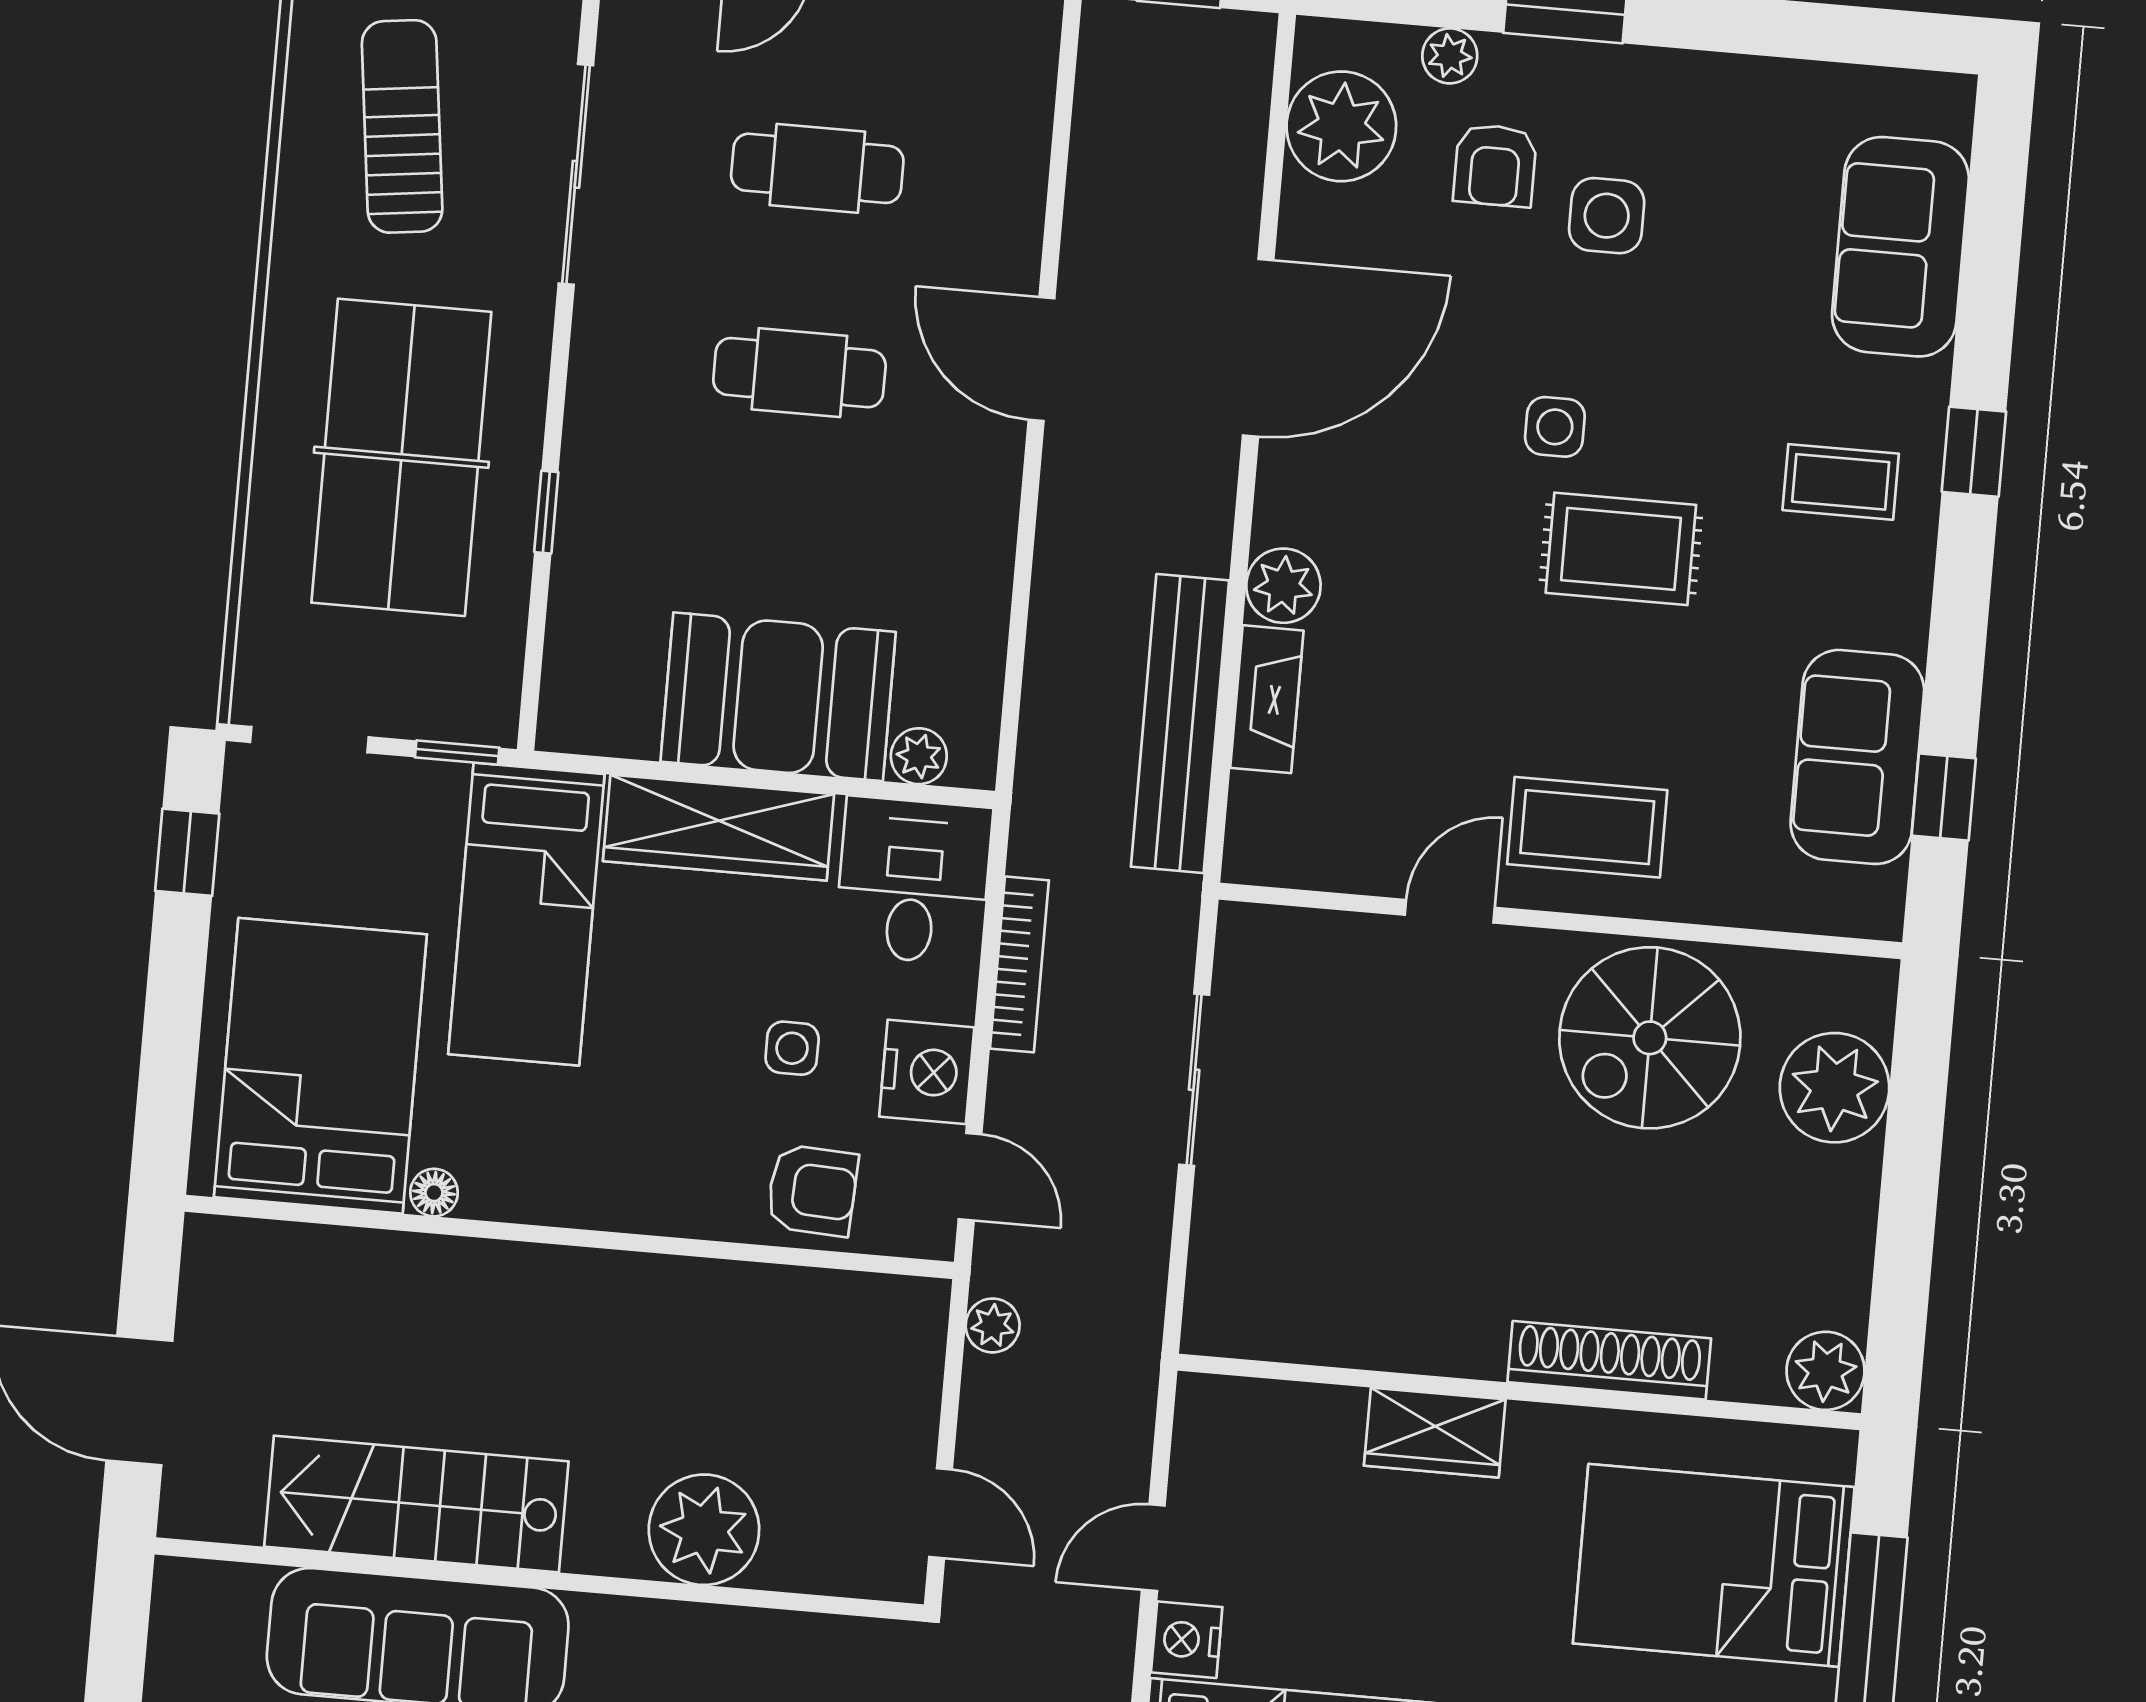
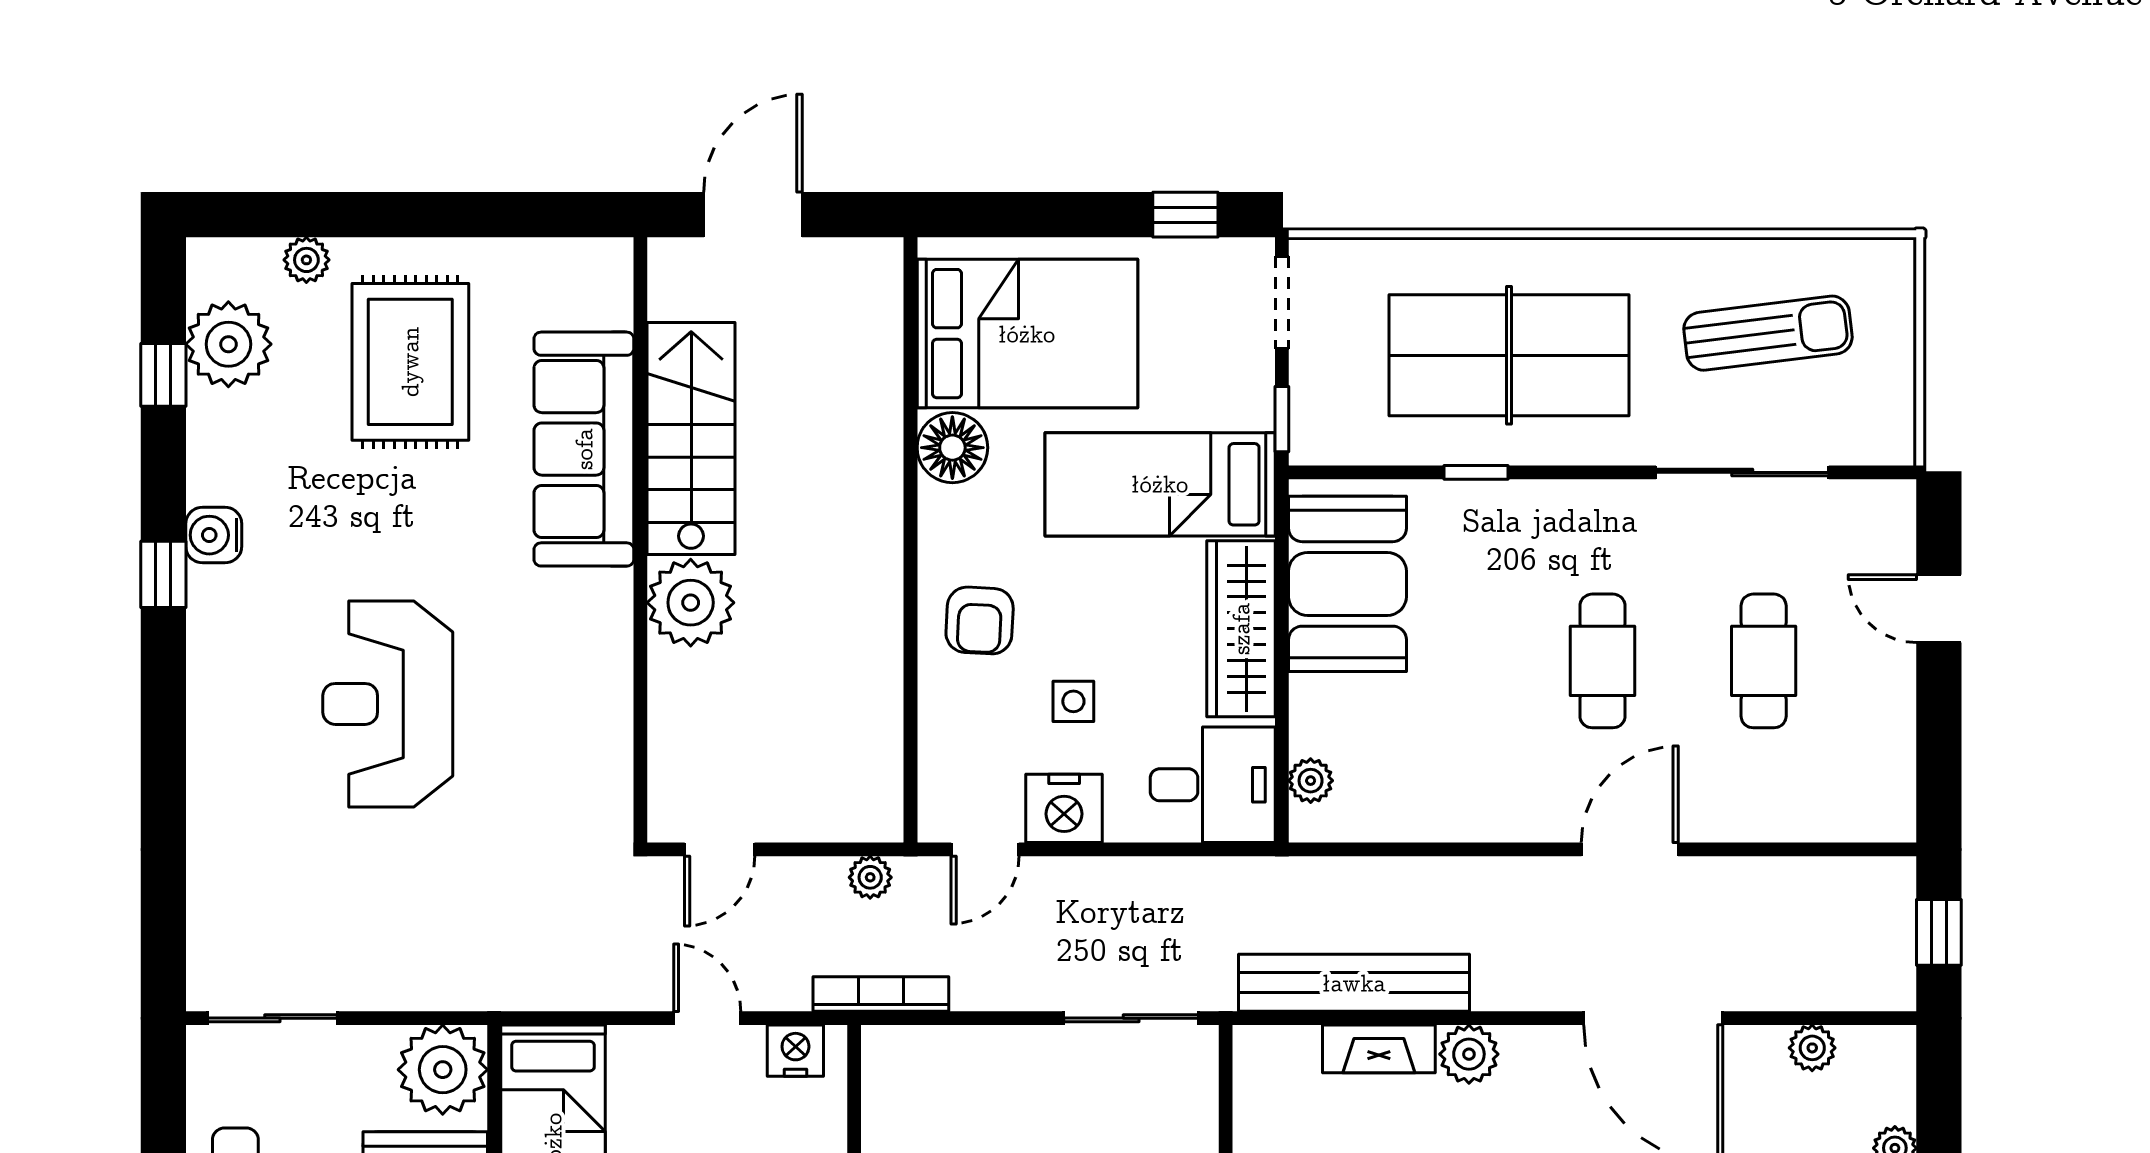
plant: (1341, 126) -> (1812, 1048), width x0.53, depth x0.53
booth: (778, 697) -> (1347, 584), moved
bookcase: (1019, 964) -> (881, 994), moved, turned 180
sliding door: (1194, 1080) -> (1131, 1018), moved
armchair: (812, 1190) -> (980, 620), moved
floor lamp: (434, 1193) -> (952, 448), width x1.89, depth x1.89
plant: (704, 1530) -> (691, 603), moved
nightstand: (1187, 1640) -> (795, 1051), moved

